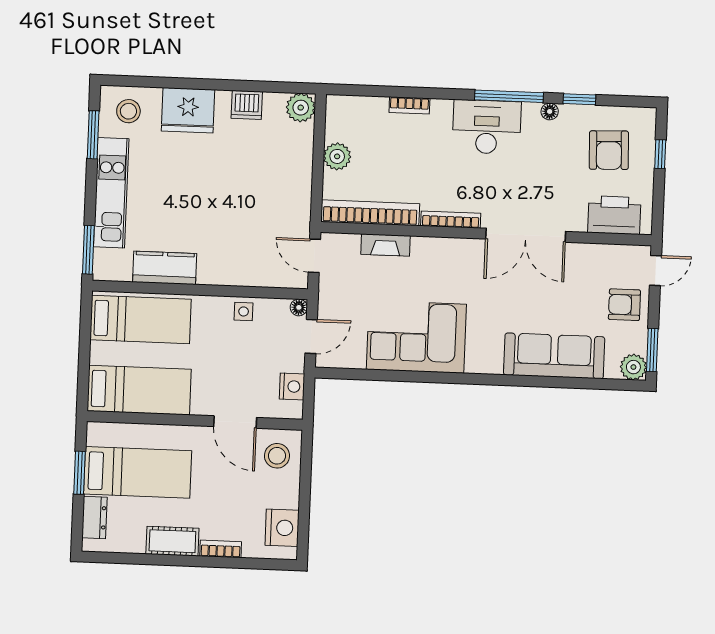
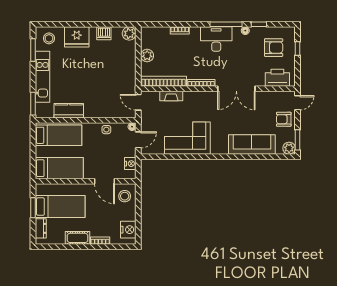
armchair: (609, 150) -> (274, 48), turned -88

